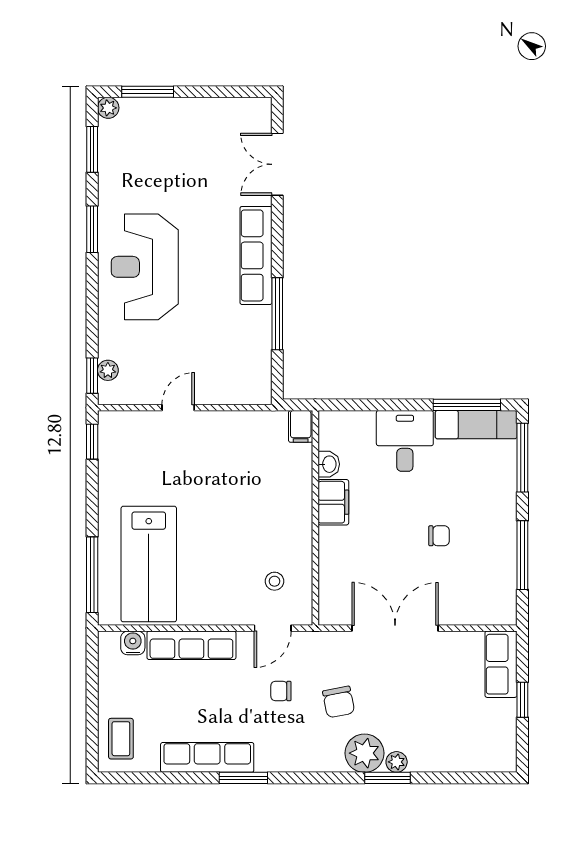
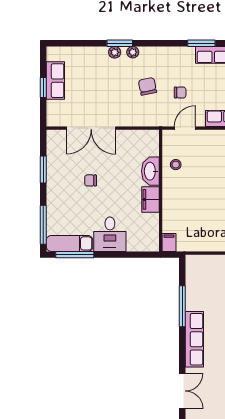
washbasin: (329, 464) -> (150, 171), moved, width x1.91, depth x1.45
window: (522, 555) -> (43, 169), width x0.69
stool: (274, 581) -> (176, 165), moved
double door: (395, 628) -> (91, 128), moved
row of seats: (501, 664) -> (55, 81), moved
plant: (365, 753) -> (133, 52), width x0.53, depth x0.53

